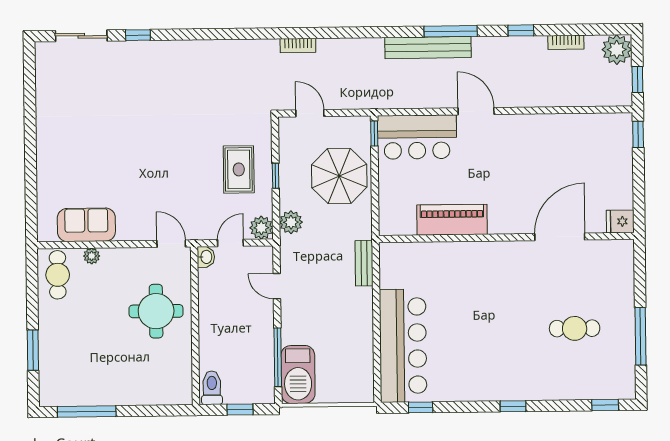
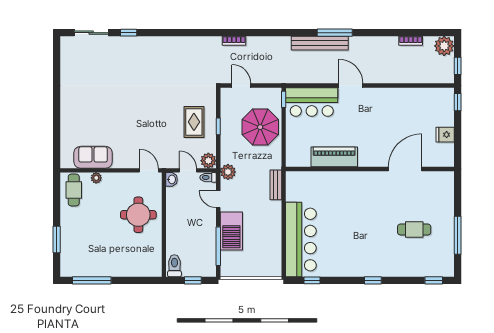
window: (521, 30) -> (381, 33), removed
fridge: (620, 221) -> (445, 135), moved
plant: (291, 222) -> (228, 172), moved
door: (230, 243) -> (188, 170), hinge flipped
toilet: (261, 253) -> (208, 177), added
barbecue: (298, 374) -> (231, 231), moved

